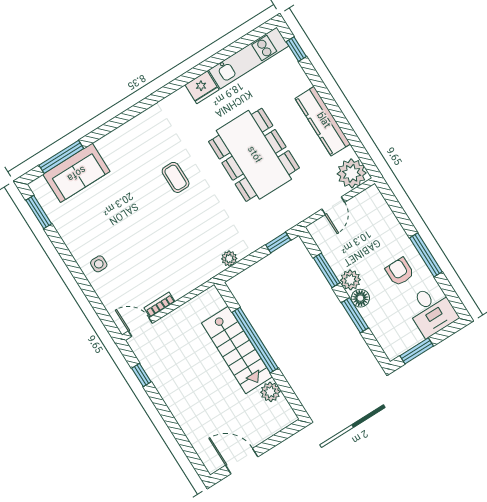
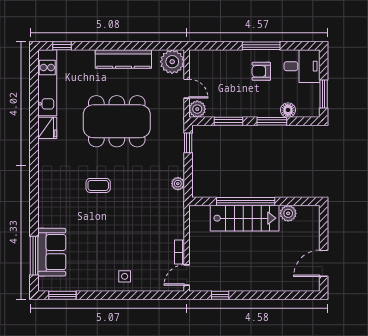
plant: (350, 280) -> (197, 109), moved
floor lamp: (360, 298) -> (288, 110), moved

